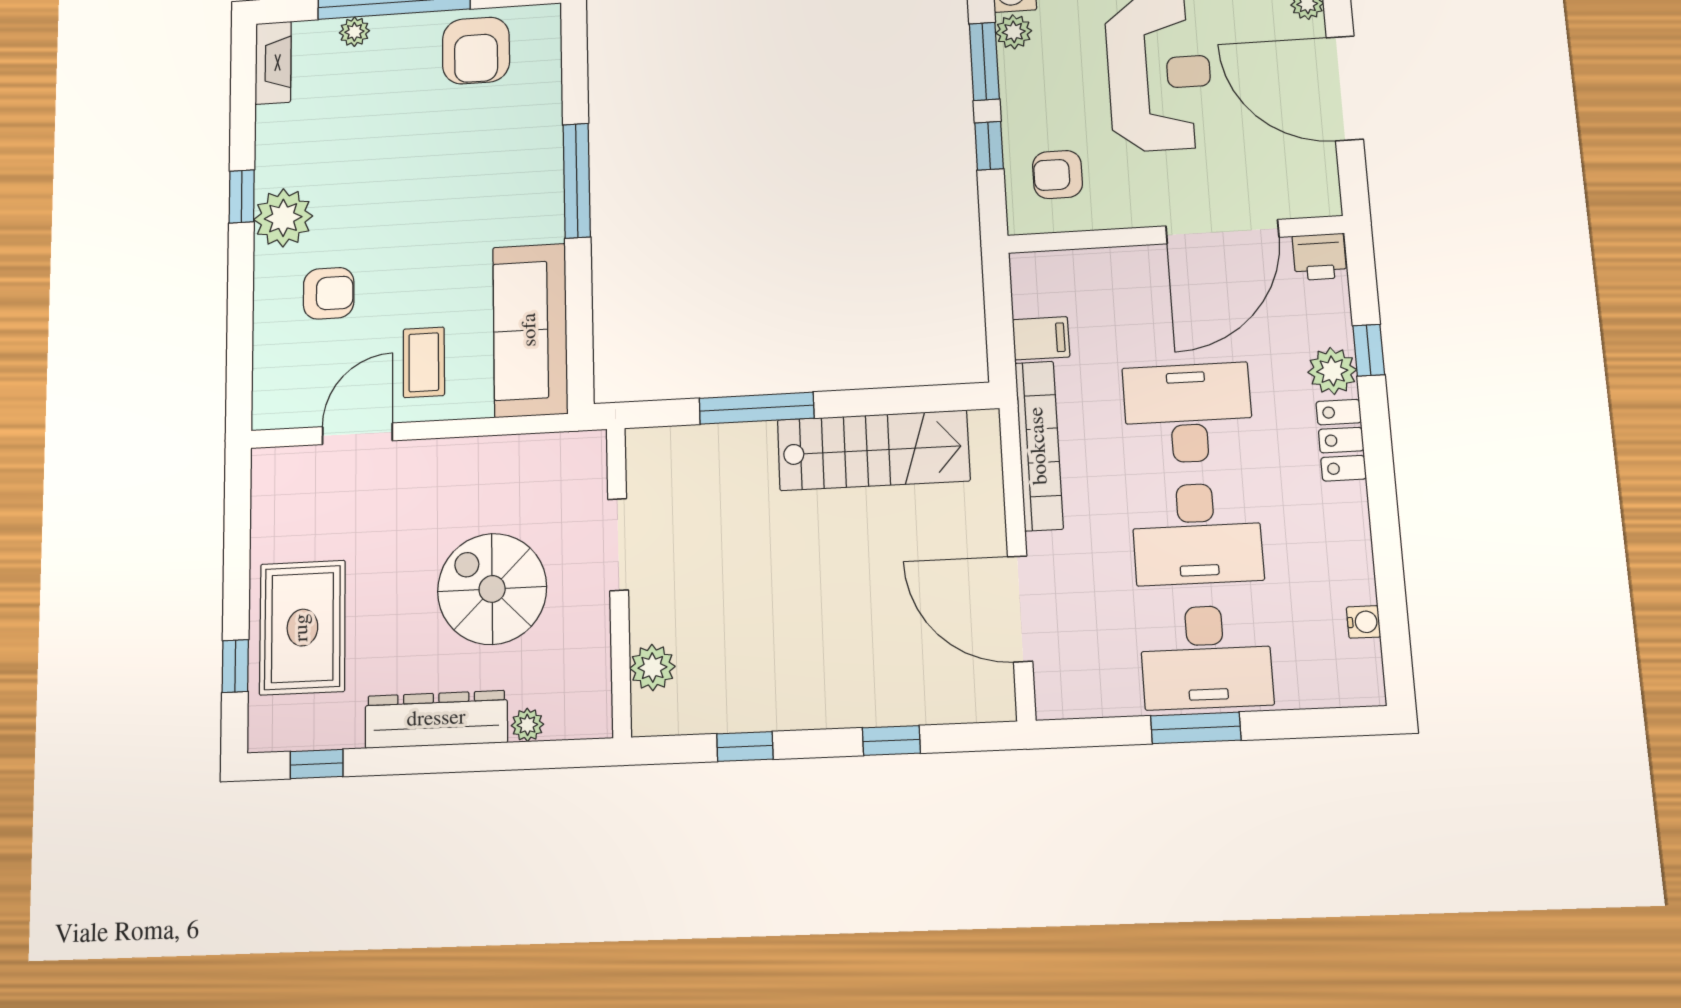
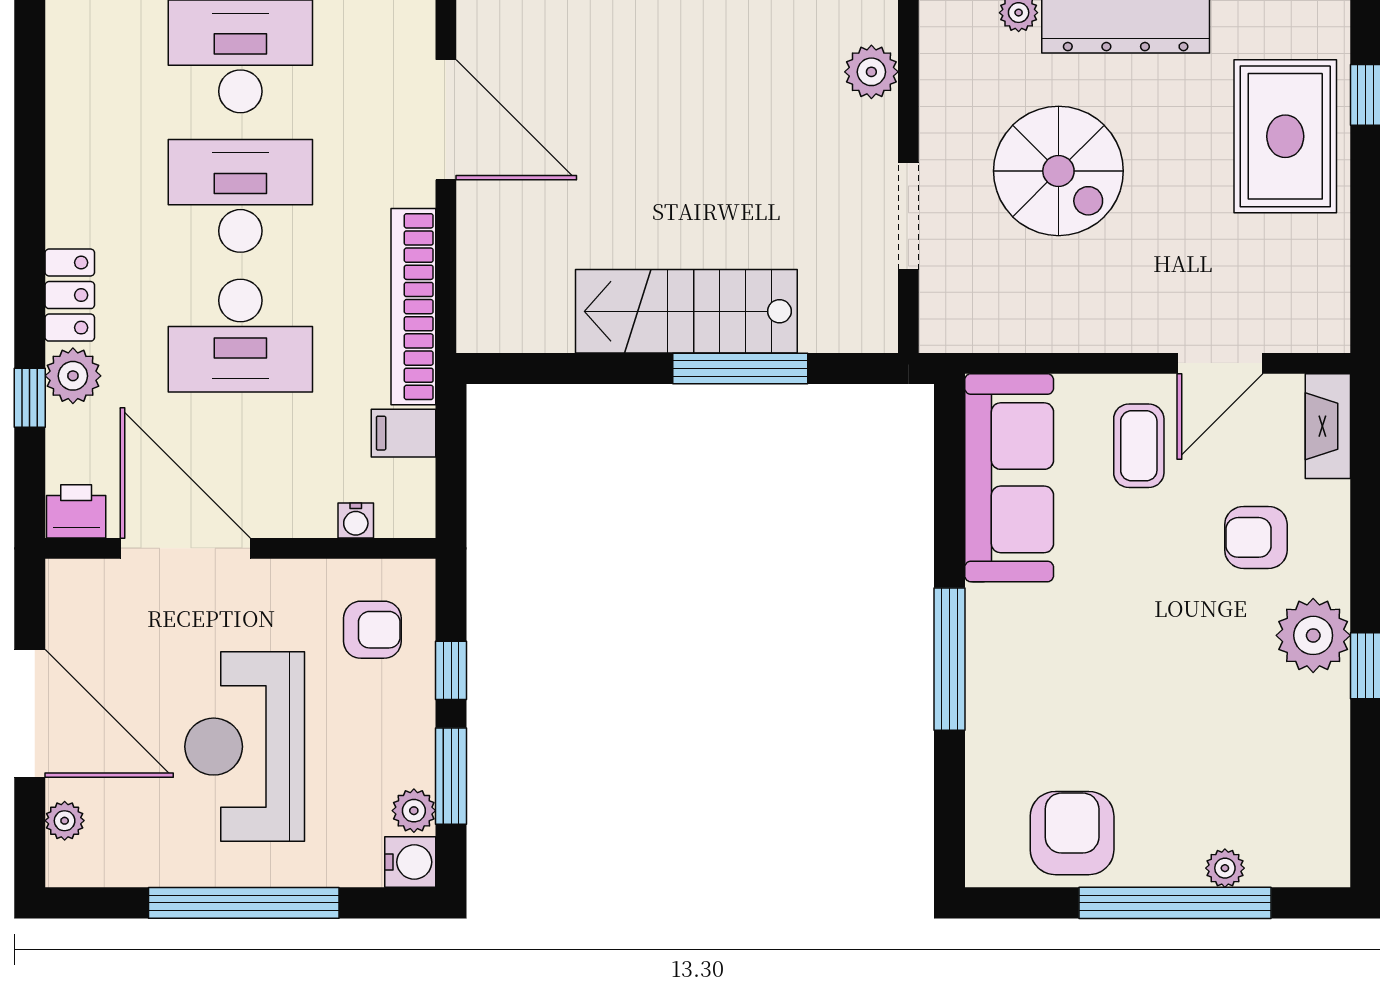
fireplace: (273, 63) -> (1328, 426), moved
door: (1222, 232) -> (185, 548), hinge flipped
stairs: (873, 450) -> (686, 311), moved
water cooler: (1364, 622) -> (356, 520), moved, turned -90

